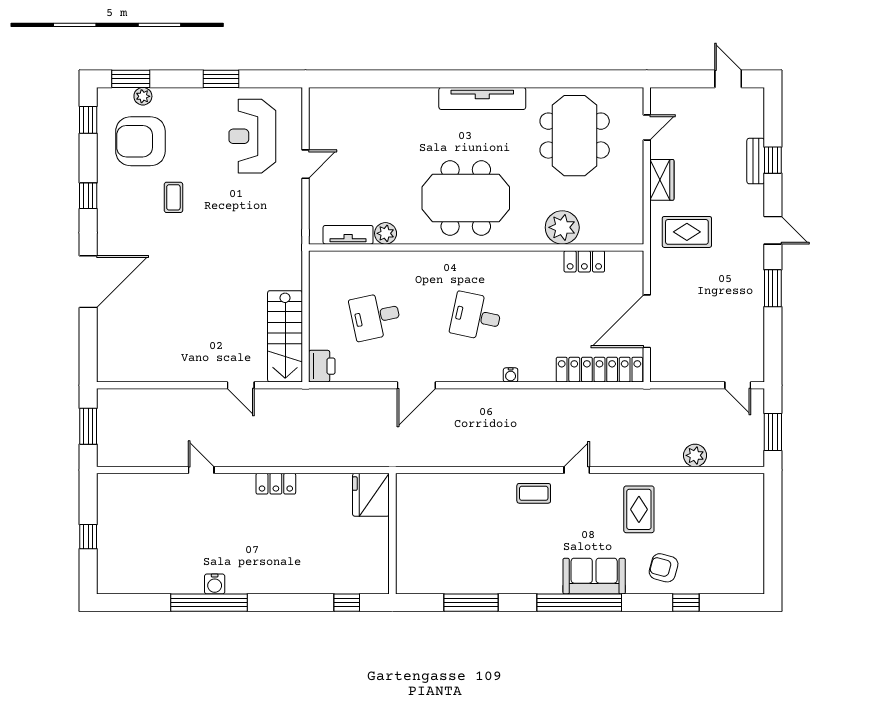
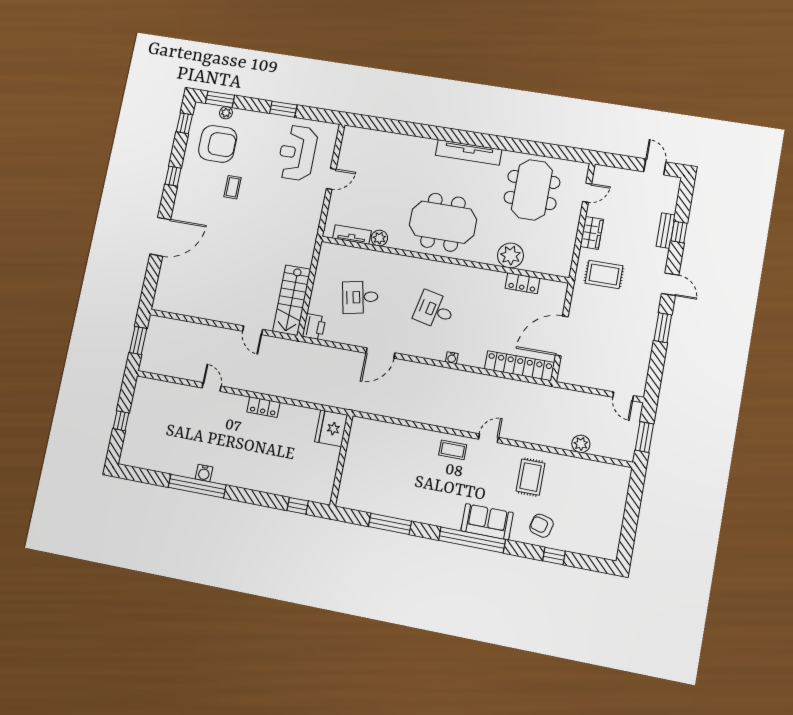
armchair: (140, 141) -> (218, 144), turned 180

